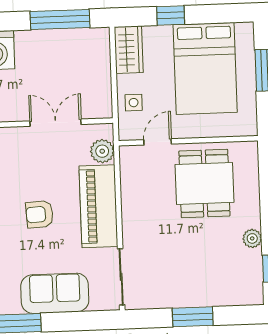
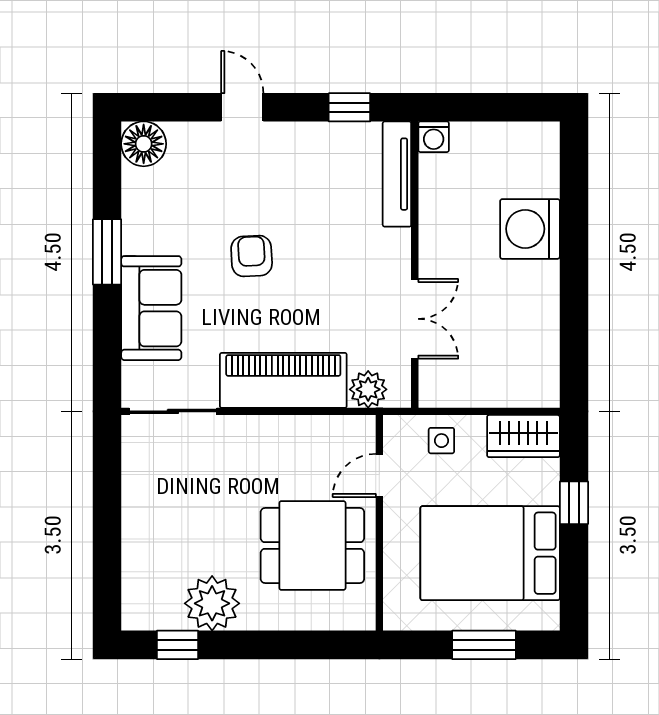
window: (60, 20) -> (574, 332), removed
door: (158, 142) -> (379, 475), swing flipped
armchair: (40, 214) -> (252, 256), moved
plant: (252, 238) -> (212, 603), width x1.87, depth x1.87
window: (193, 317) -> (107, 520), removed

